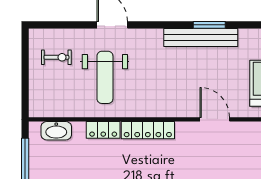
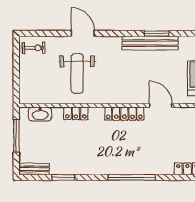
exercise bike: (56, 57) -> (34, 48), moved
locker: (148, 130) -> (124, 114), moved

